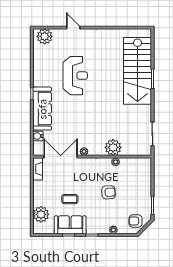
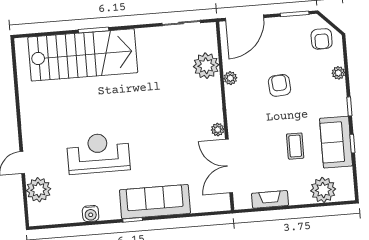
plant: (45, 36) -> (39, 190), moved
water cooler: (38, 136) -> (91, 214), moved
plant: (113, 147) -> (206, 66), moved
fireplace: (38, 169) -> (270, 199), moved
door: (152, 174) -> (245, 18), added

